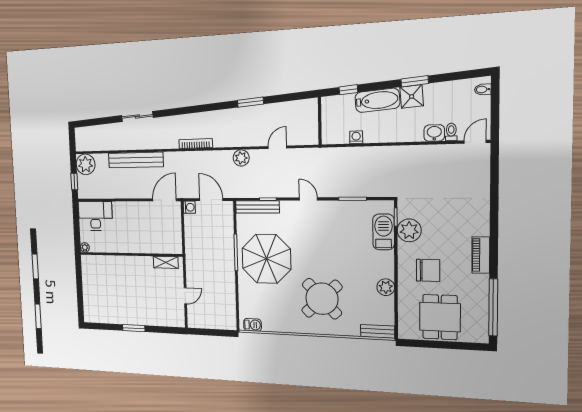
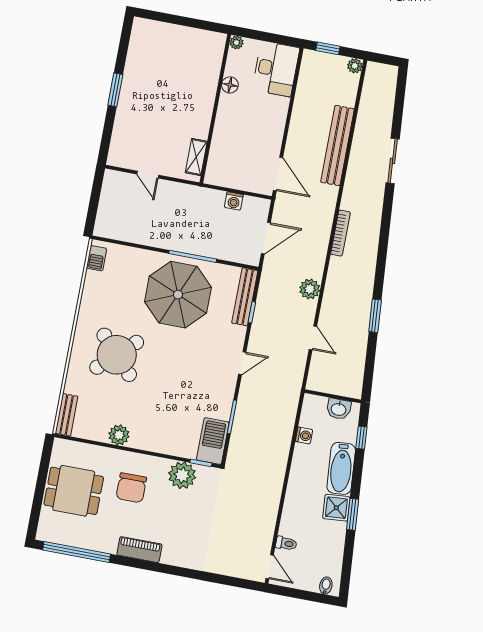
washbasin: (434, 133) -> (339, 409), moved, turned 90
plant: (86, 164) -> (355, 66), width x0.53, depth x0.53
washing machine: (189, 207) -> (234, 201), moved
barbecue: (384, 232) -> (213, 441), moved, turned -90
floor lamp: (113, 247) -> (230, 85), added

